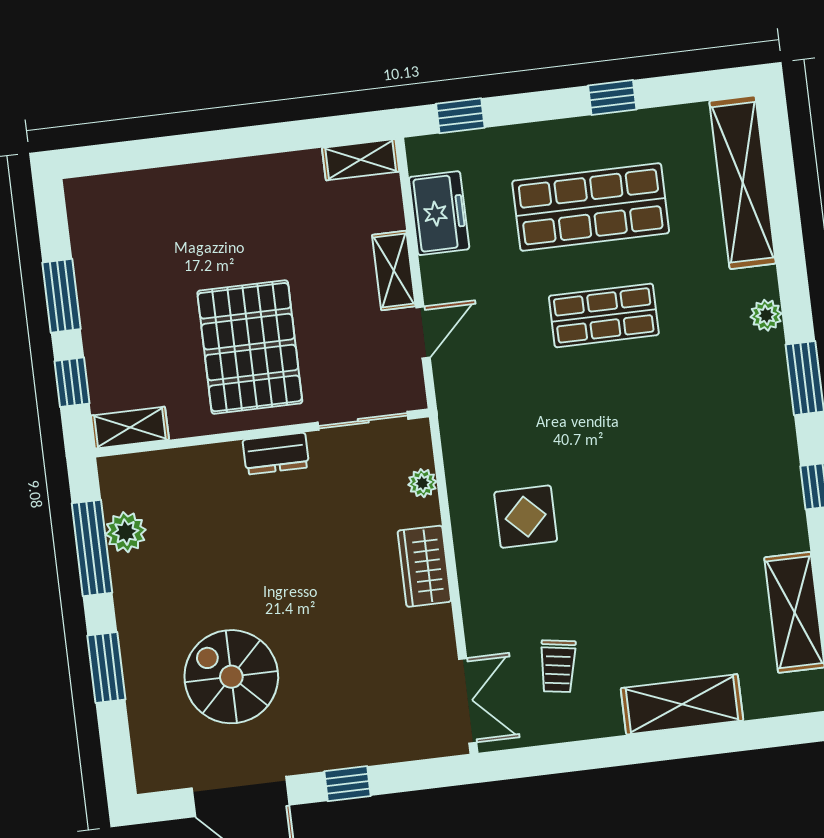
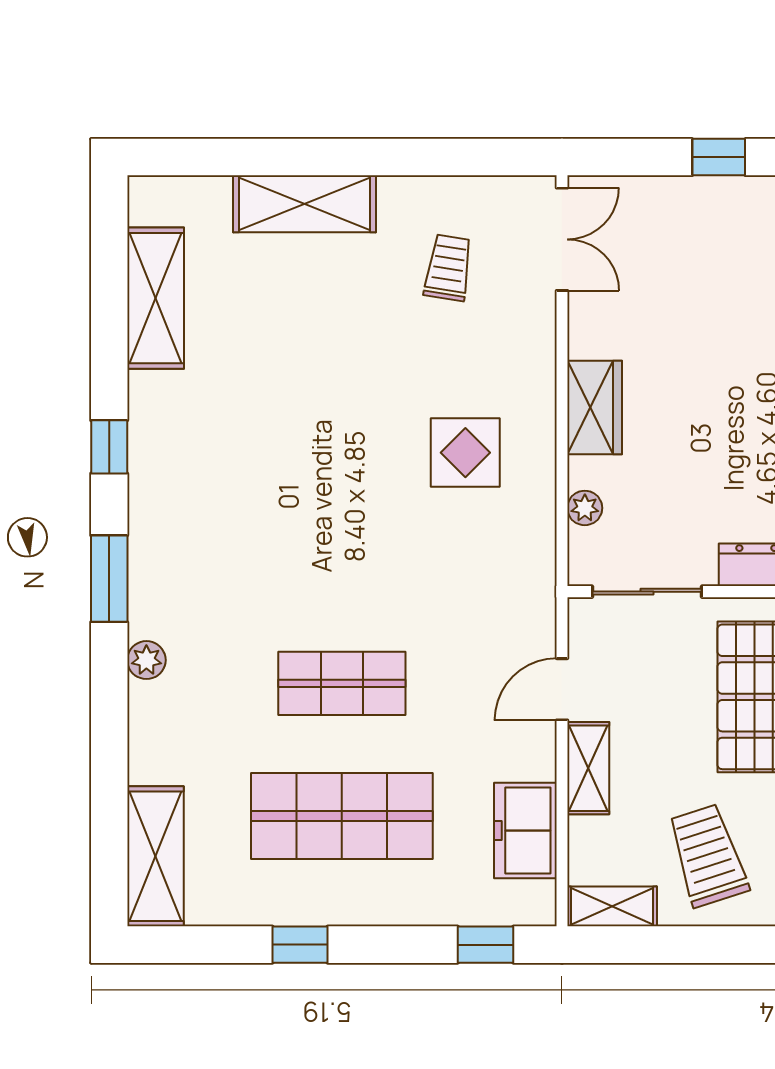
shelving: (743, 182) -> (155, 856), width x0.68
trolley: (287, 211) -> (708, 856), added
double door: (468, 701) -> (562, 239), swing flipped

